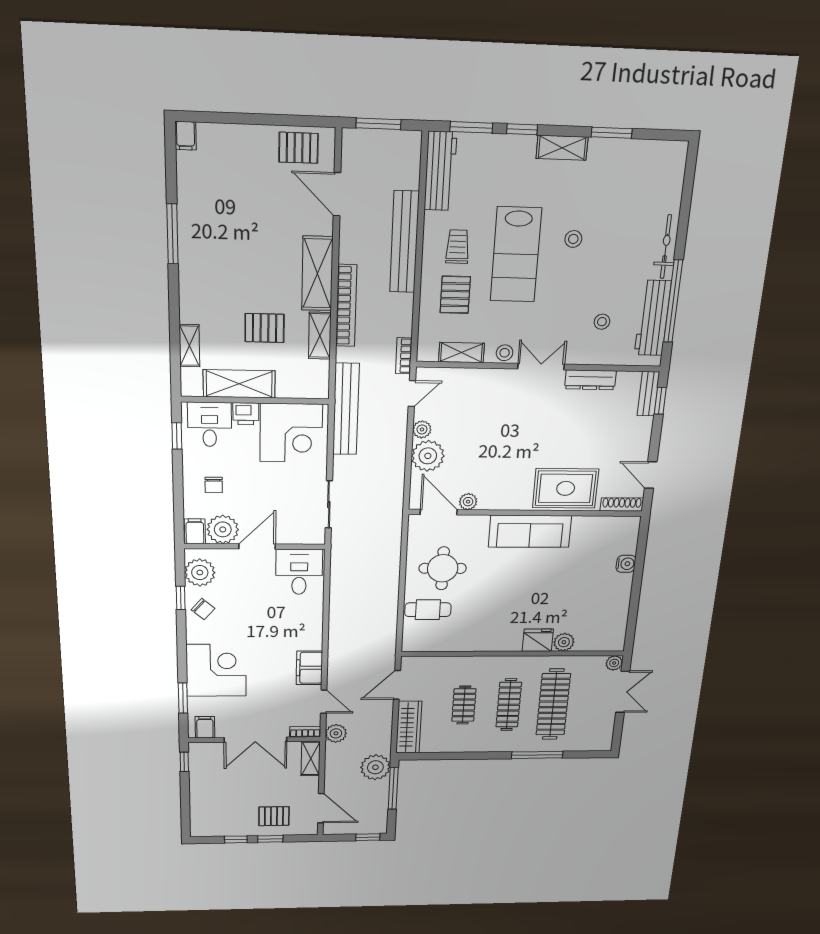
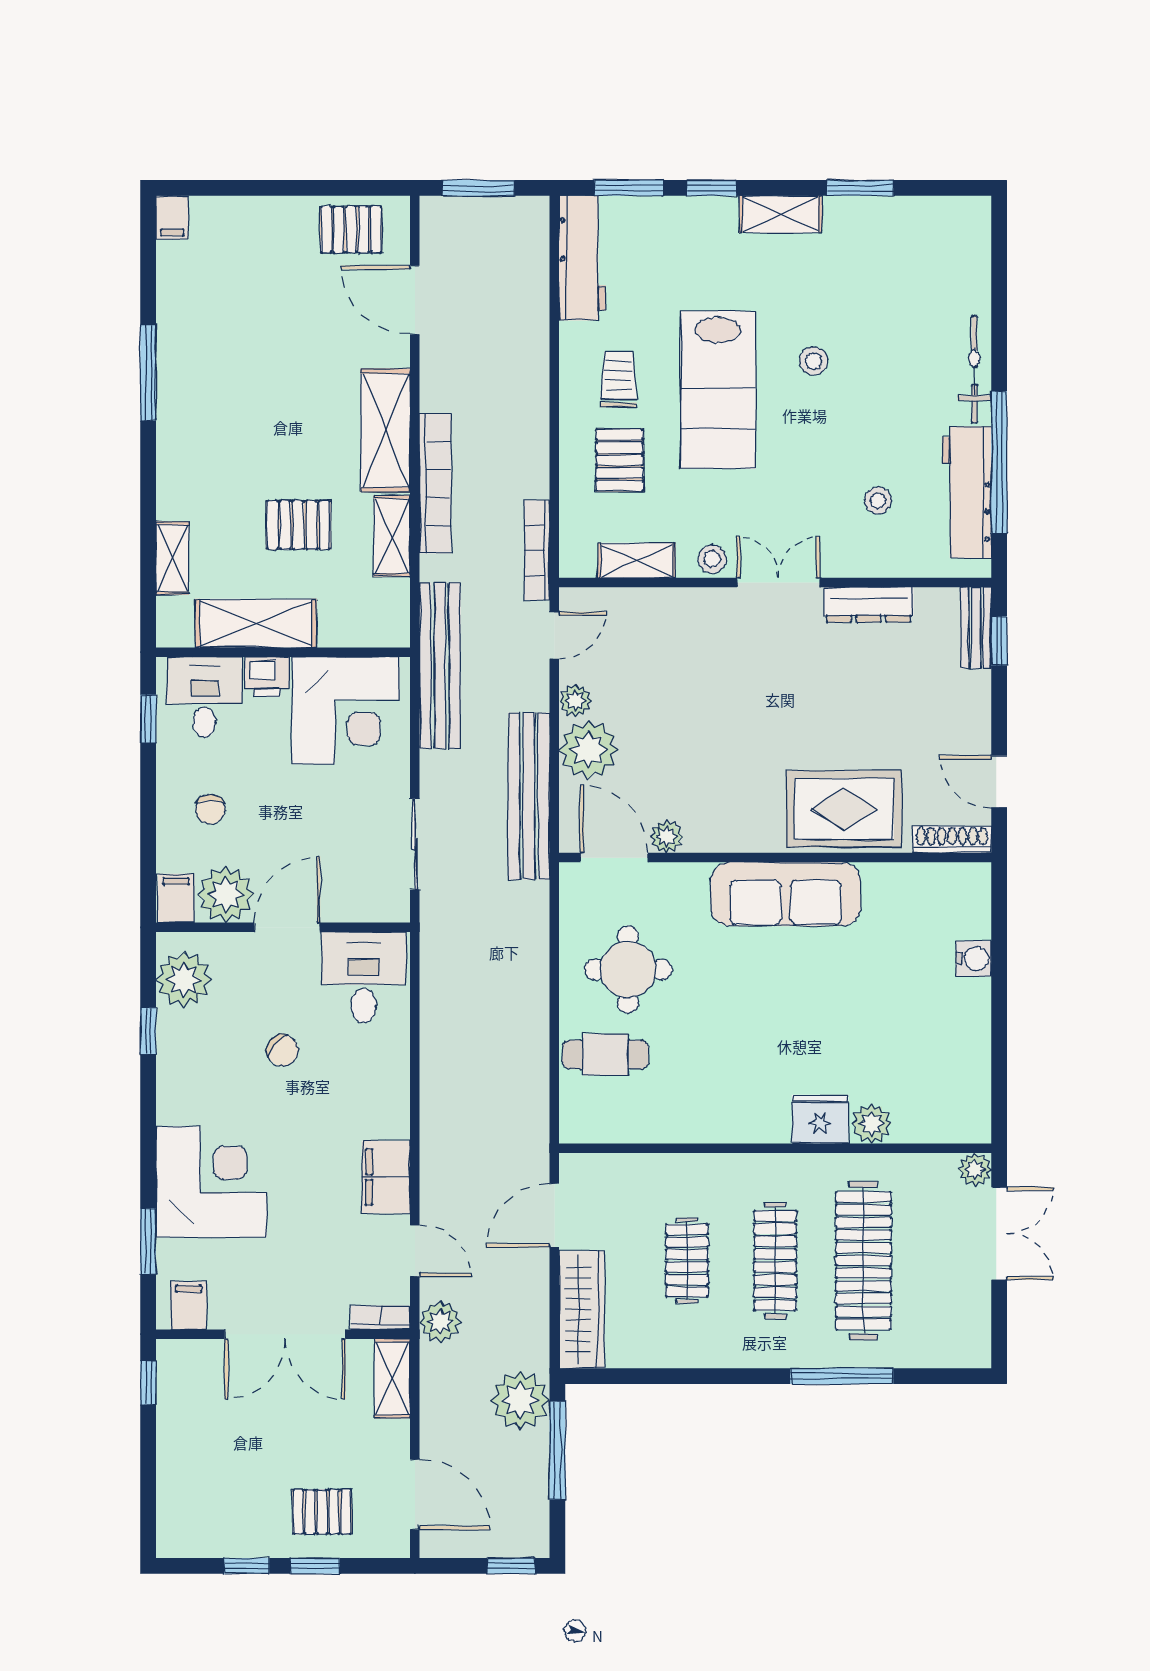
bench: (404, 242) -> (529, 796), moved
bookcase: (404, 356) -> (537, 550), width x1.56
chair: (203, 609) -> (283, 1050), moved

